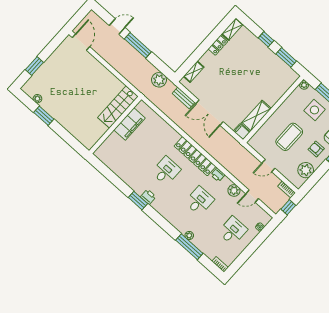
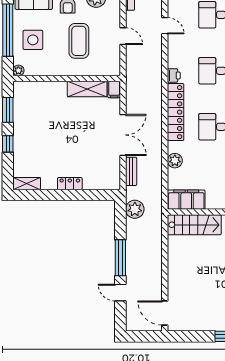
door: (81, 42) -> (165, 313), hinge flipped
locker: (218, 45) -> (70, 184), moved
shelving: (194, 72) -> (98, 184), removed
filing cabinet: (130, 124) -> (186, 200), moved
coffee table: (289, 137) -> (79, 41), turned 90
plant: (234, 191) -> (175, 161), moved

